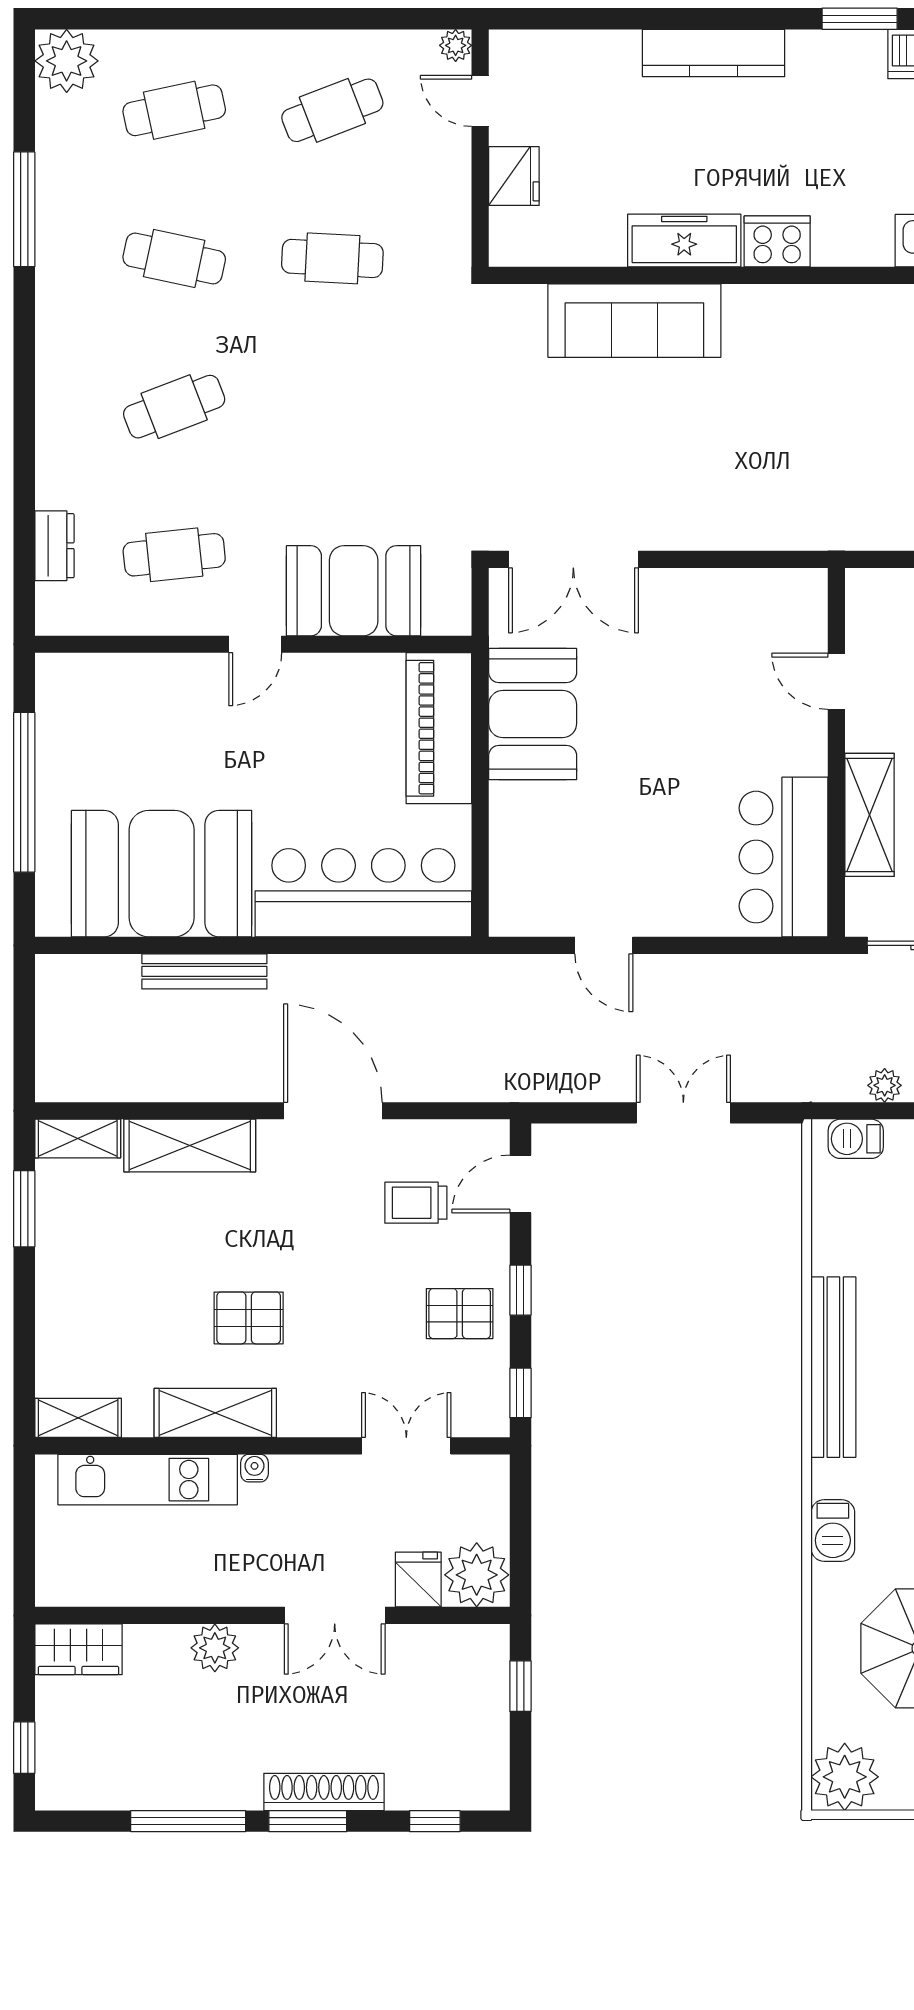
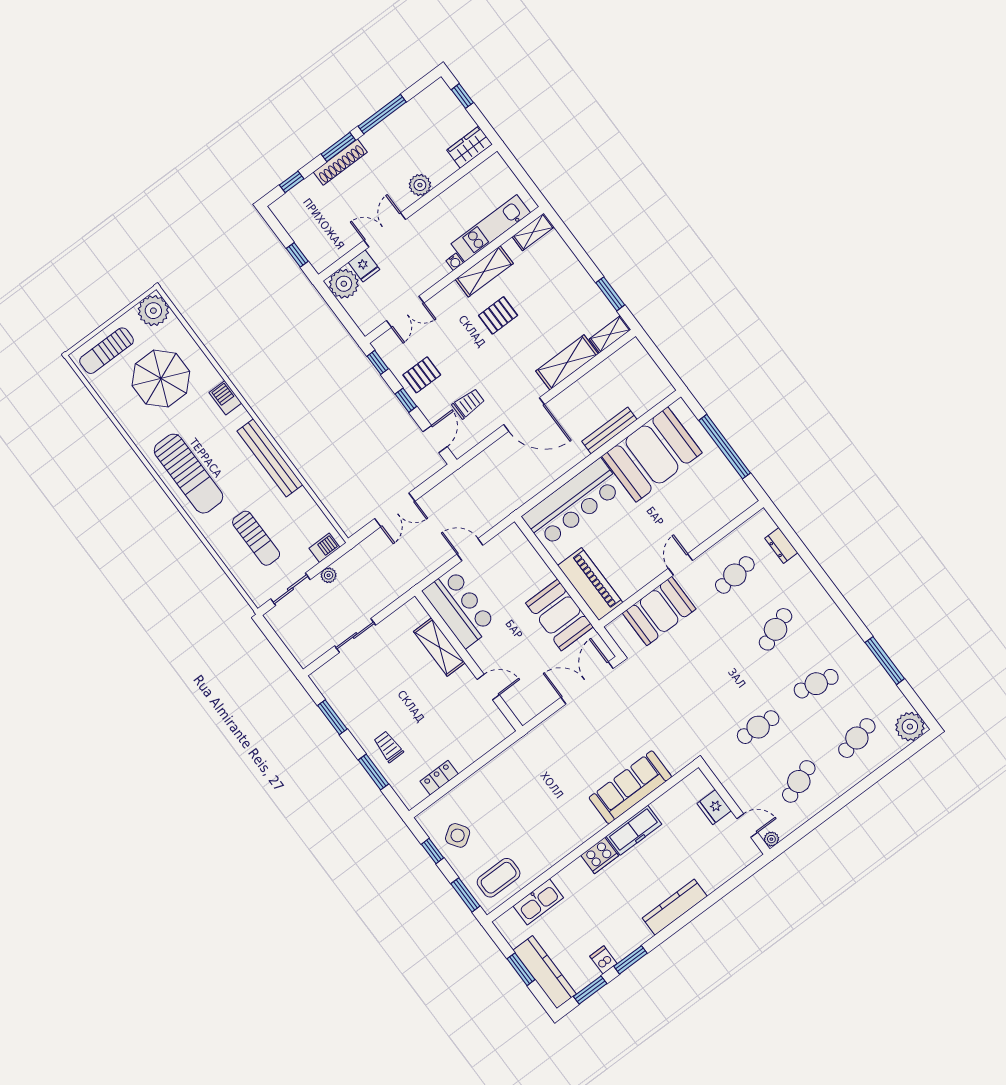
door: (836, 681) -> (488, 687), moved
wall: (836, 752) -> (469, 661), moved
shelving: (870, 815) -> (439, 647), moved
bar counter: (784, 857) -> (459, 608), moved

